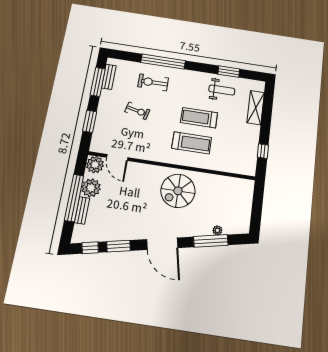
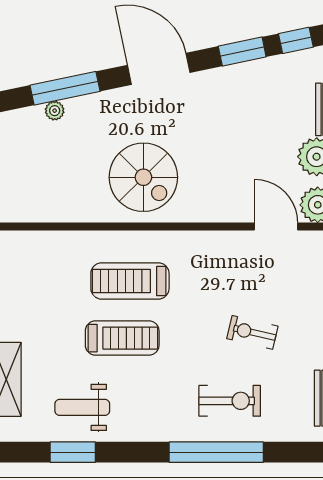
spiral stairs: (178, 191) -> (143, 177), turned 90

